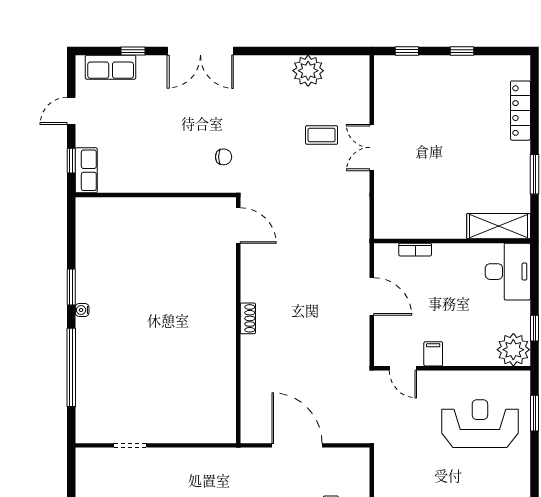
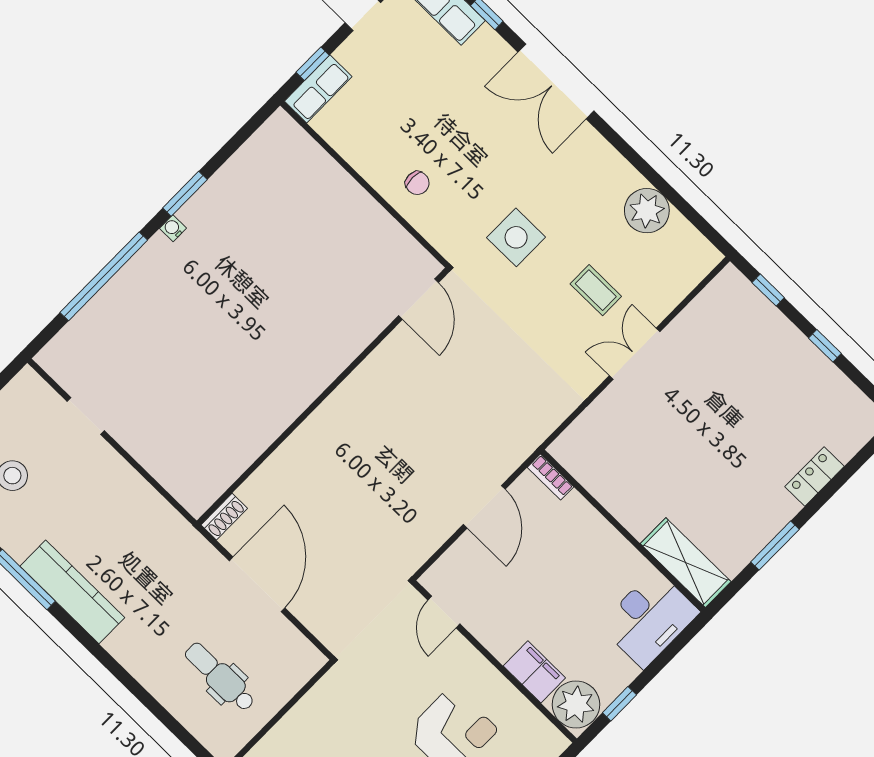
locker: (520, 111) -> (814, 476), width x0.66
side table: (256, 148) -> (516, 237), added
chair: (224, 157) -> (417, 183), moved
bookcase: (415, 250) -> (551, 477), moved
shoe rack: (248, 318) -> (224, 517), moved
filing cabinet: (433, 354) -> (534, 672), moved, width x2.00

